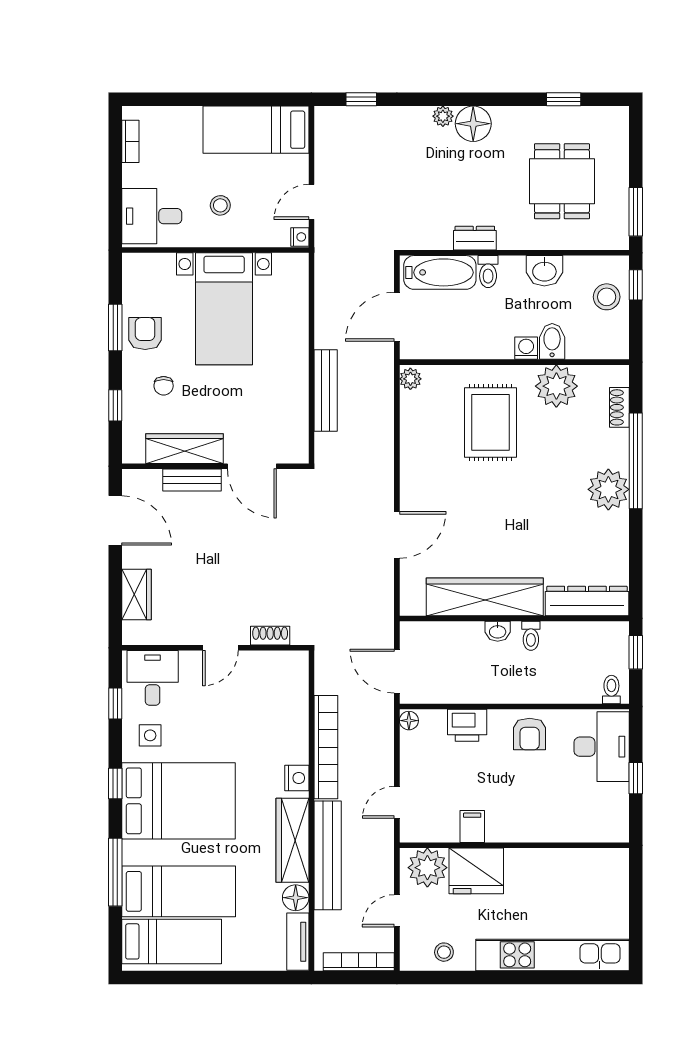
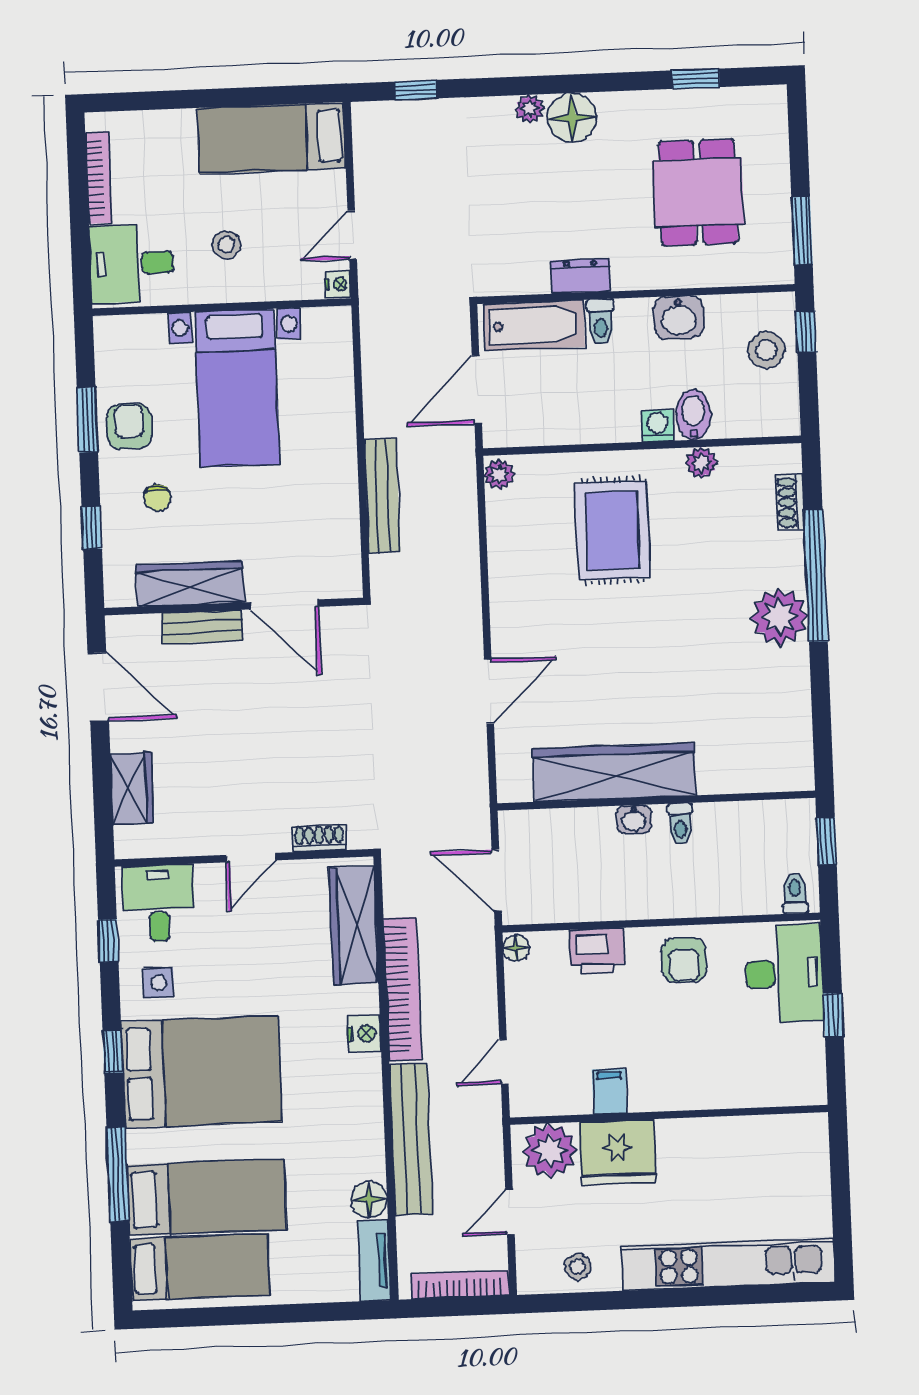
bookcase: (130, 141) -> (99, 178), width x1.56
plant: (556, 386) -> (701, 463), width x0.53, depth x0.53
dresser: (587, 601) -> (756, 772), removed
wardrobe: (292, 840) -> (354, 925), moved

